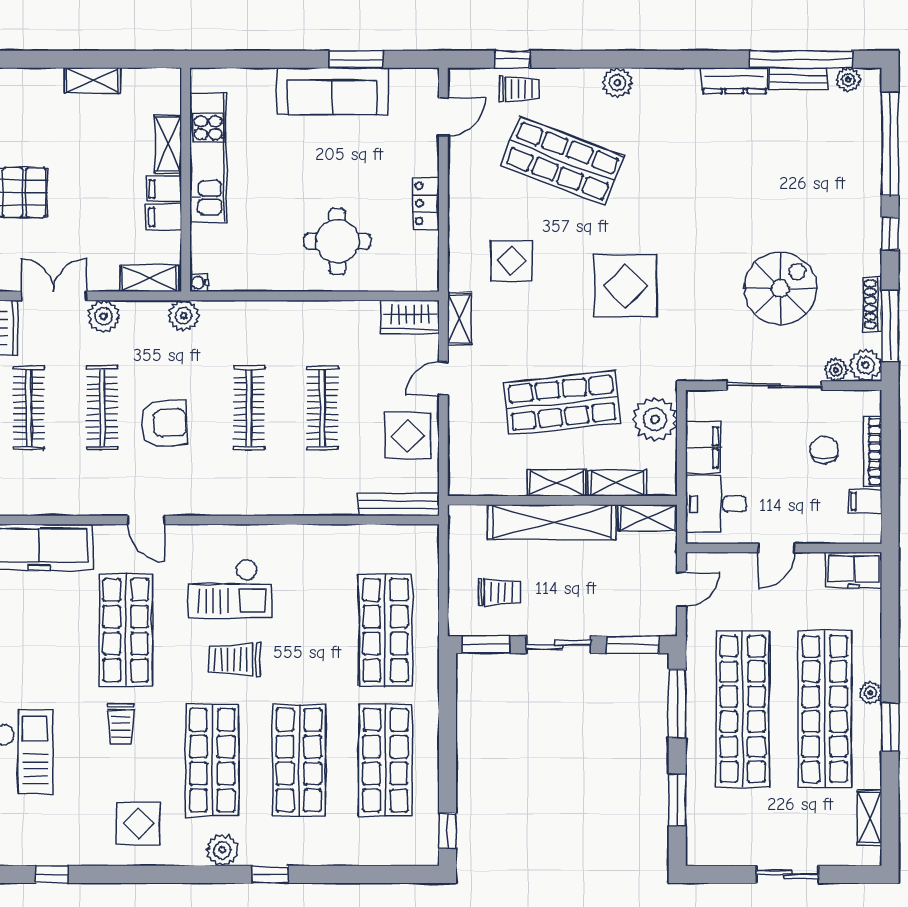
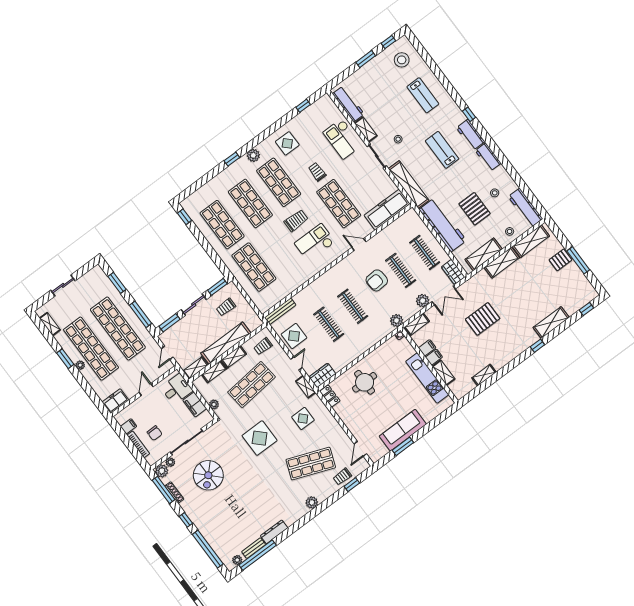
locker: (426, 203) -> (330, 396), moved
plant: (655, 419) -> (214, 404), width x0.53, depth x0.53
trolley: (484, 461) -> (263, 346), added

